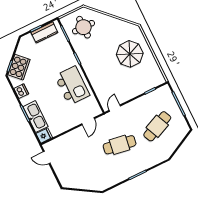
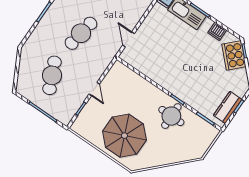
round table: (83, 27) -> (171, 116), moved
parasol: (130, 54) -> (124, 136), width x1.36, depth x1.36
kitchen island: (72, 86) -> (167, 68), removed
door: (115, 108) -> (94, 89), moved

